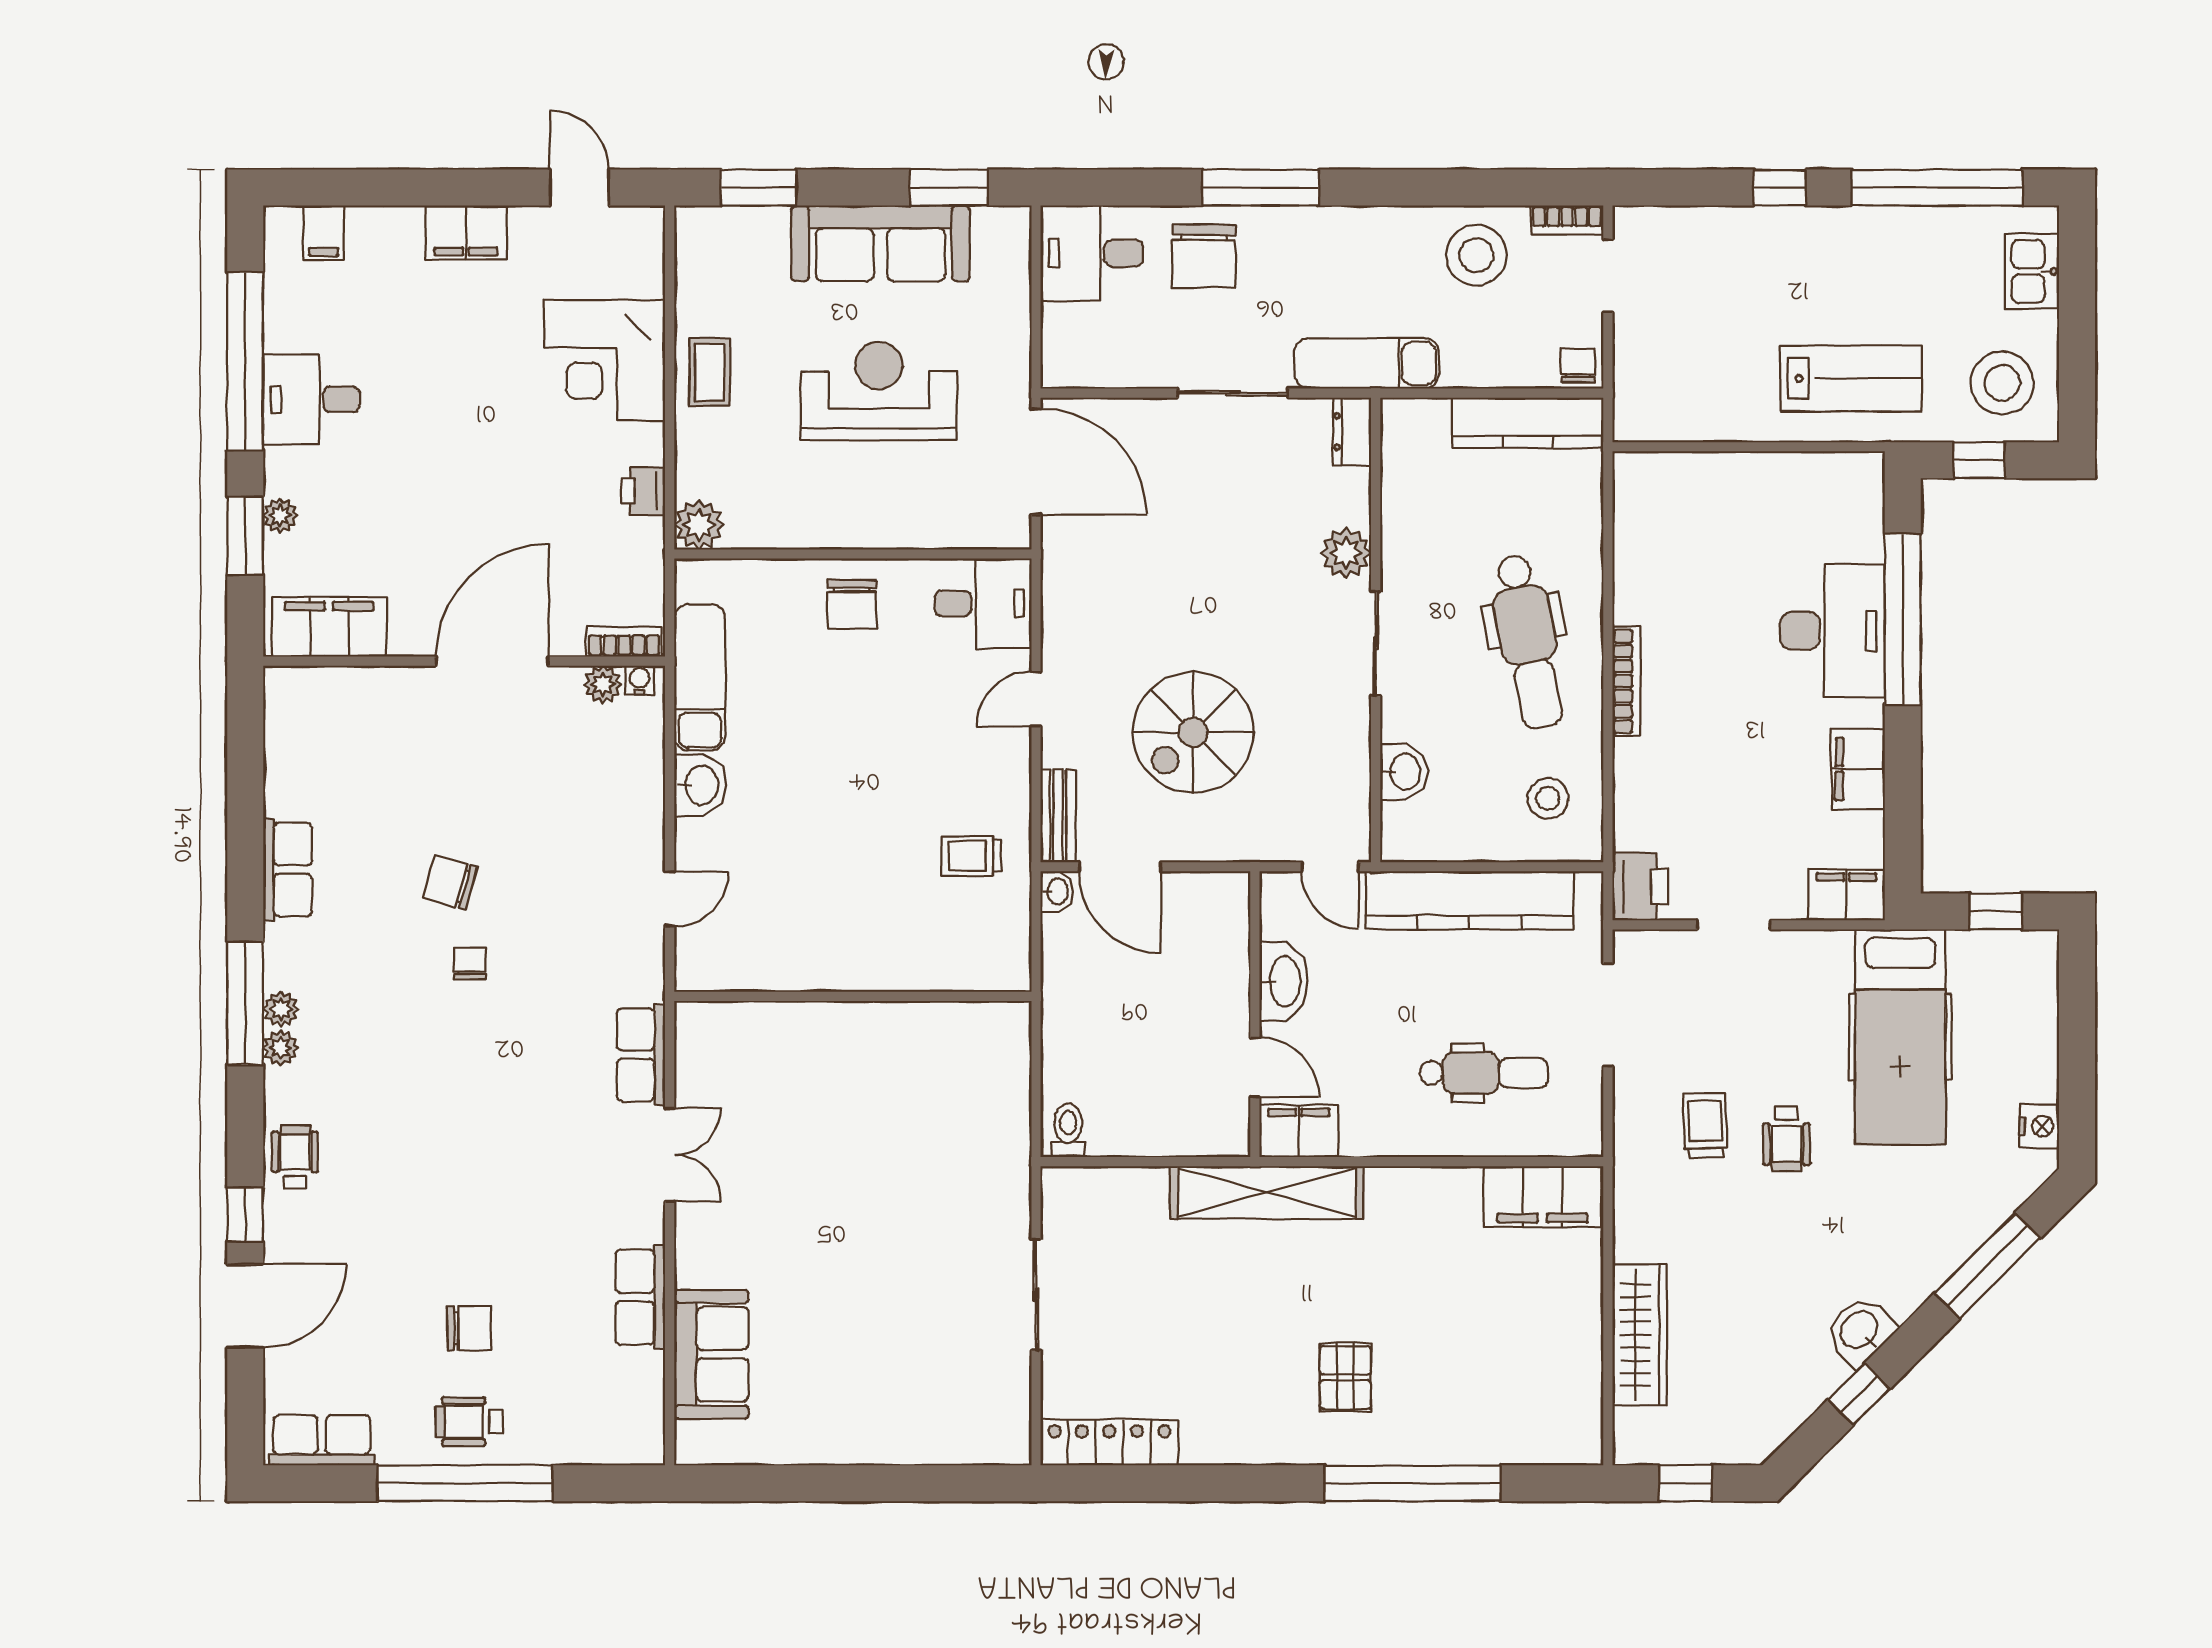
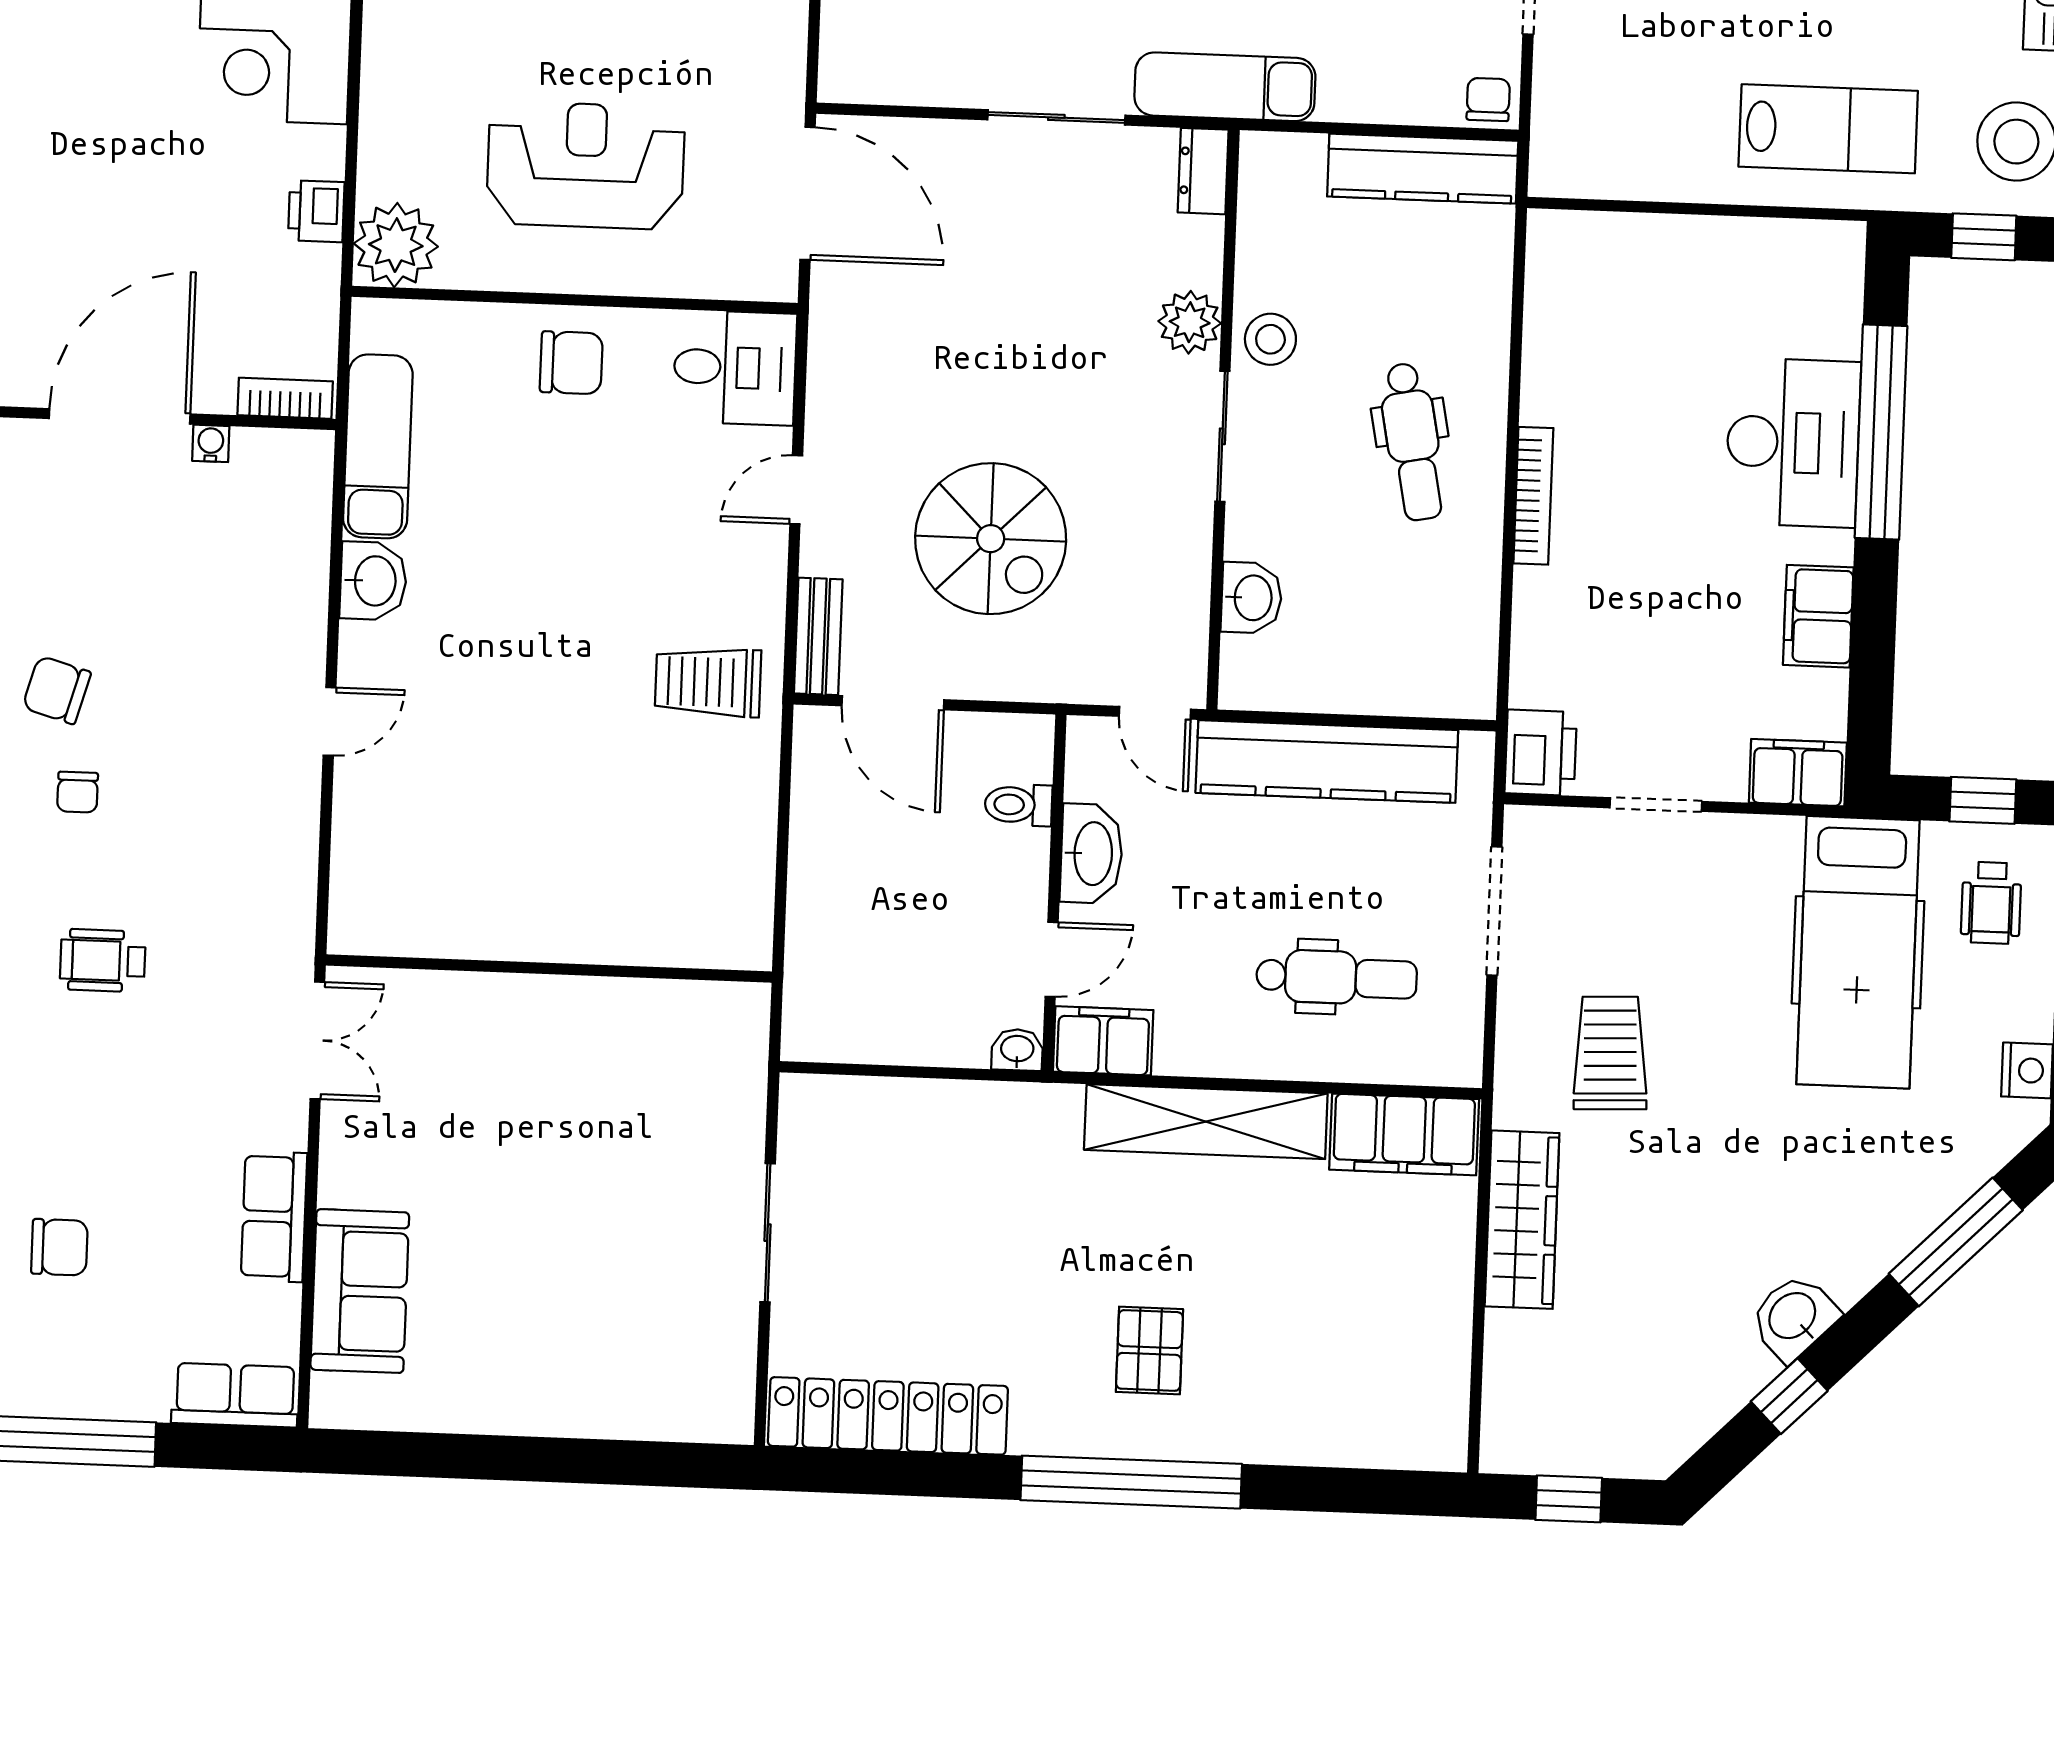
coffee table: (710, 372) -> (405, 66), removed
reception desk: (879, 391) -> (586, 165), moved
plant: (699, 525) -> (396, 245), width x1.36, depth x1.36
chair: (852, 604) -> (571, 363), turned -90
dental chair: (1528, 642) -> (1413, 442), width x0.73, depth x0.72
water cooler: (640, 680) -> (211, 443), moved
plant: (603, 684) -> (256, 451), removed
spiral stairs: (1193, 732) -> (991, 539), turned -90
stool: (1548, 798) -> (1270, 339), moved
trolley: (971, 856) -> (708, 682), width x1.36, depth x1.39
washbasin: (1057, 891) -> (1017, 1050), moved, turned -90
chair: (470, 963) -> (78, 792), turned 180
wall: (853, 996) -> (549, 969), moved
row of seats: (641, 1055) -> (235, 1395), moved, turned 90
door: (1255, 1067) -> (1052, 959), hinge flipped
trolley: (1705, 1125) -> (1610, 1053), width x1.36, depth x1.39
toilet: (1068, 1130) -> (1018, 805), moved, turned -90
wheelchair: (1786, 1139) -> (1991, 903), moved
shelving: (1267, 1192) -> (1206, 1122), moved
wardrobe: (1640, 1335) -> (1522, 1220), moved
wheelchair: (469, 1422) -> (103, 960), moved
locker: (1109, 1443) -> (888, 1416), width x1.41, depth x1.21
window: (1412, 1483) -> (1131, 1482), moved

